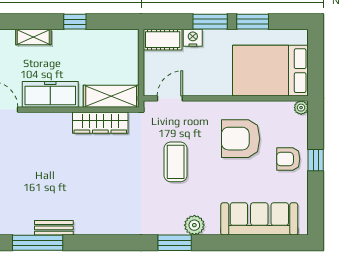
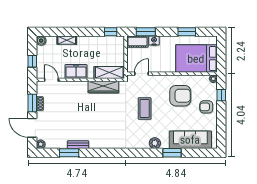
window: (75, 22) -> (111, 32), moved
window: (210, 22) -> (146, 32), moved
freezer: (50, 94) -> (76, 72), width x0.71
armchair: (241, 139) -> (180, 96), turned 180
window: (316, 160) -> (221, 95), moved
window: (38, 243) -> (69, 153), width x0.69
window: (175, 243) -> (172, 153), moved

